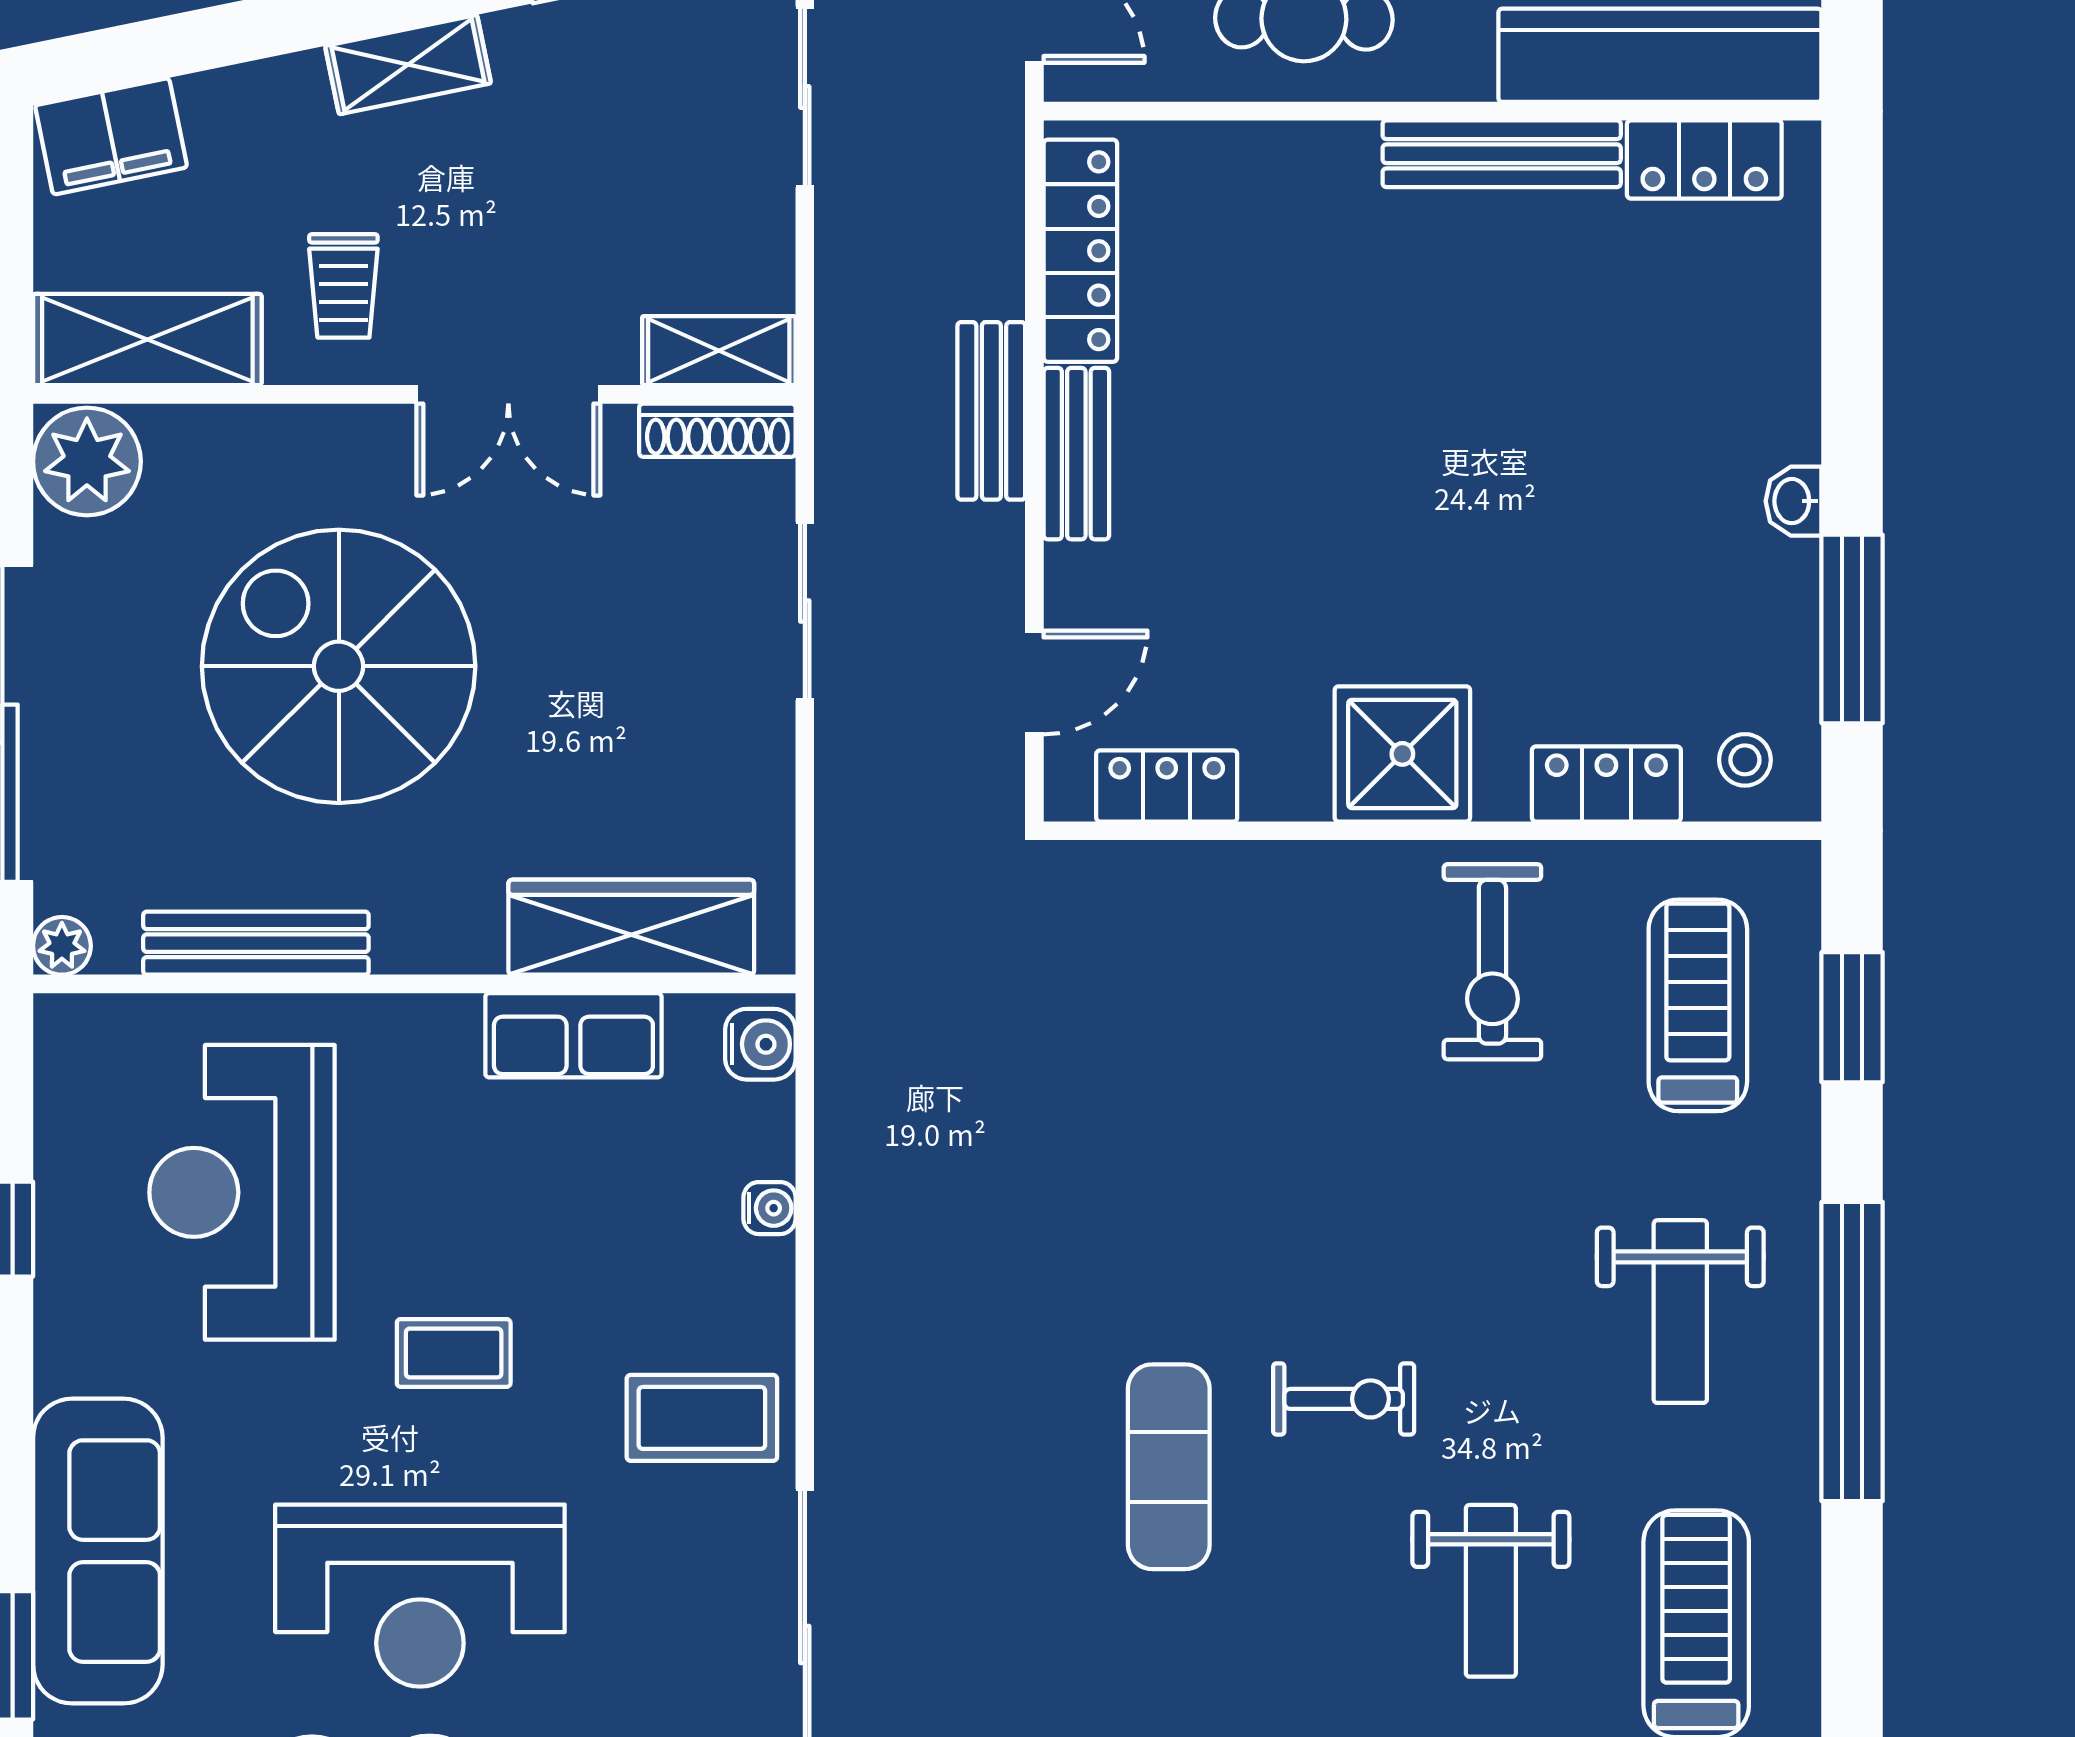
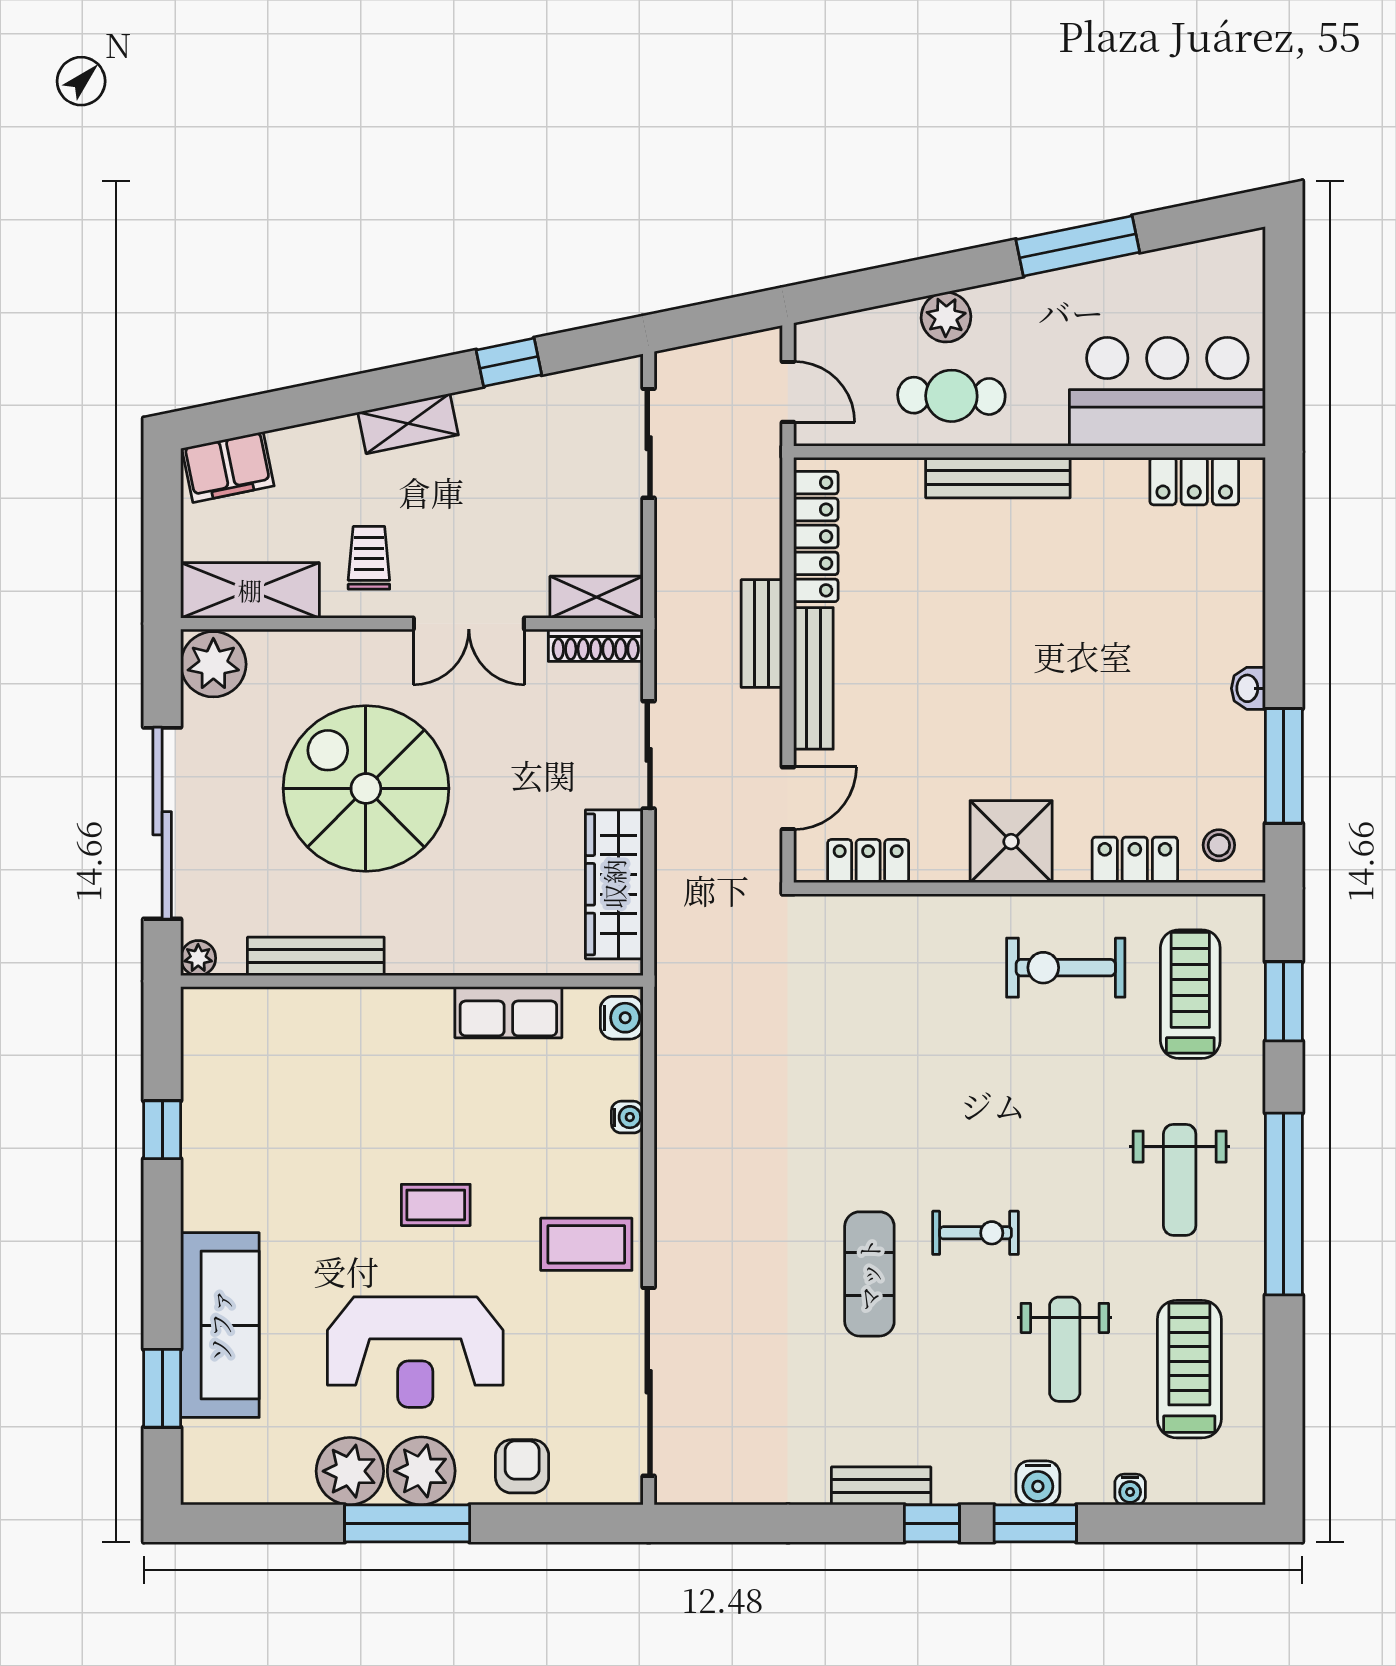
bench: (1502, 154) -> (998, 478), moved
trolley: (343, 286) -> (369, 558), turned 180
bench: (1076, 454) -> (813, 678), width x1.36
wardrobe: (631, 927) -> (614, 884), moved, turned -90
exercise bike: (1492, 962) -> (1066, 968), turned 90
reception desk: (242, 1192) -> (307, 1108), removed

